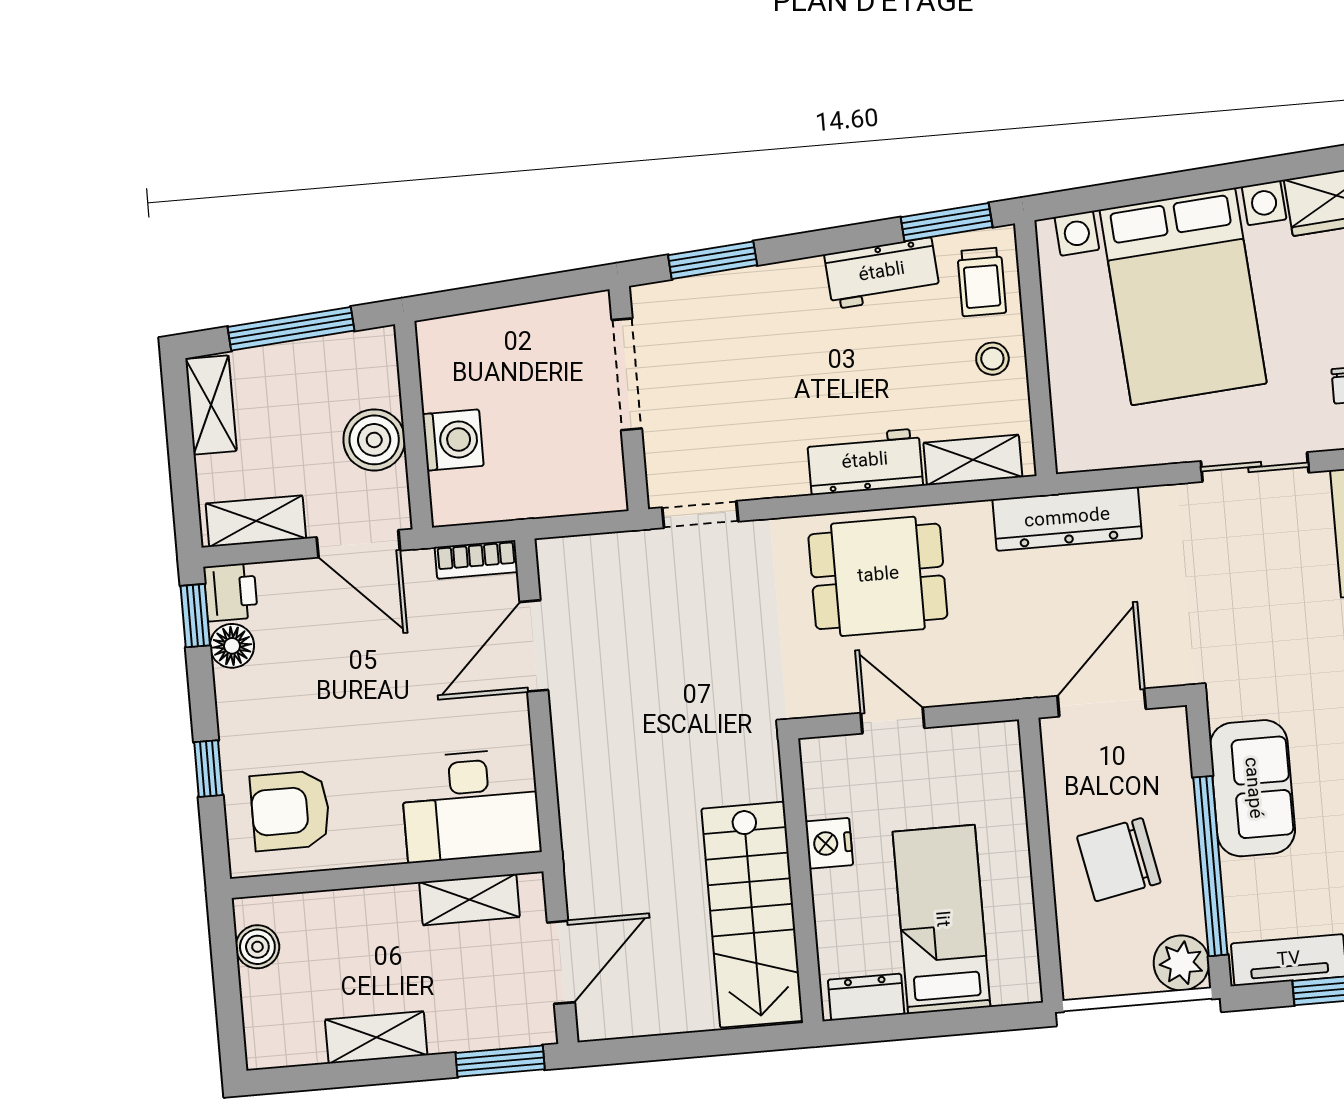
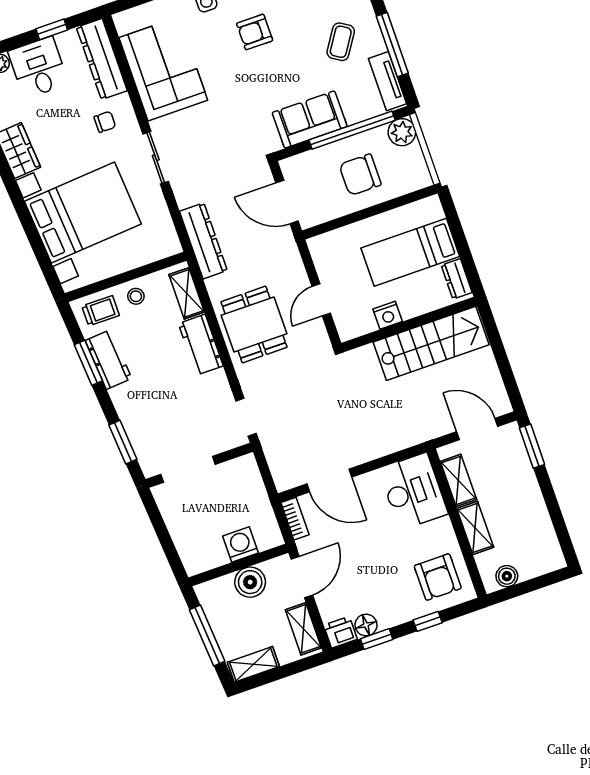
window: (947, 222) -> (88, 363), moved
window: (195, 616) -> (377, 639), moved
chair: (1119, 860) -> (360, 175), turned 101
shelving: (376, 1037) -> (475, 528), moved

